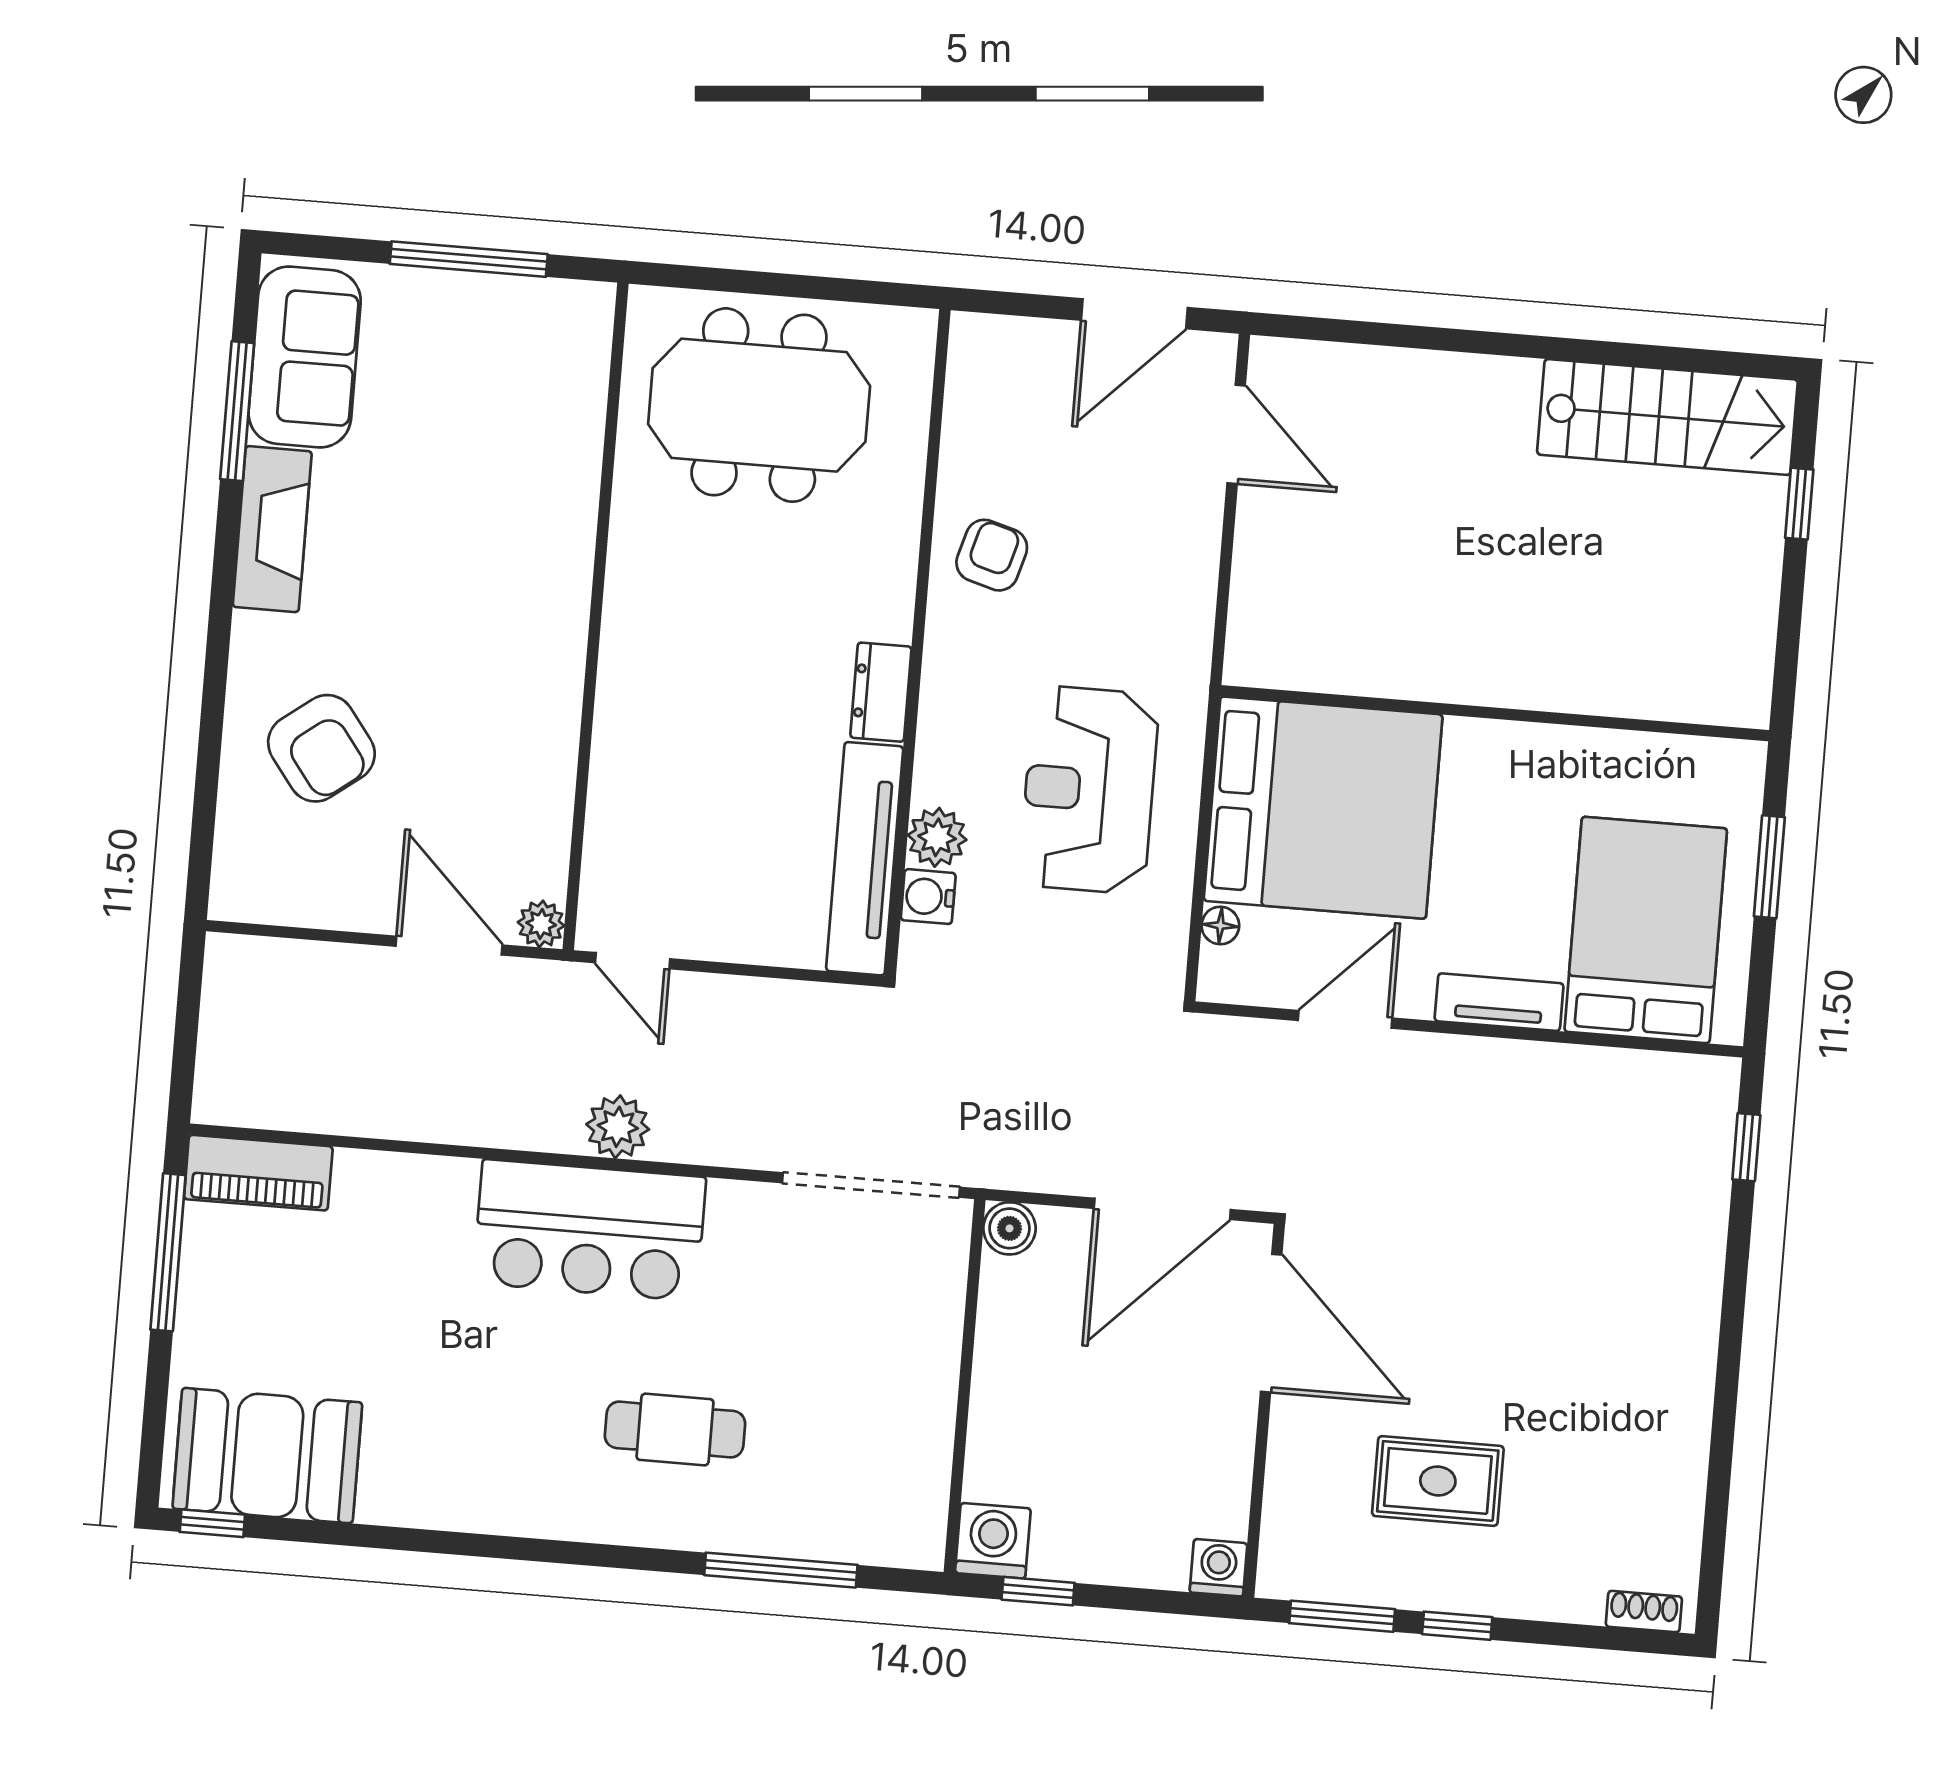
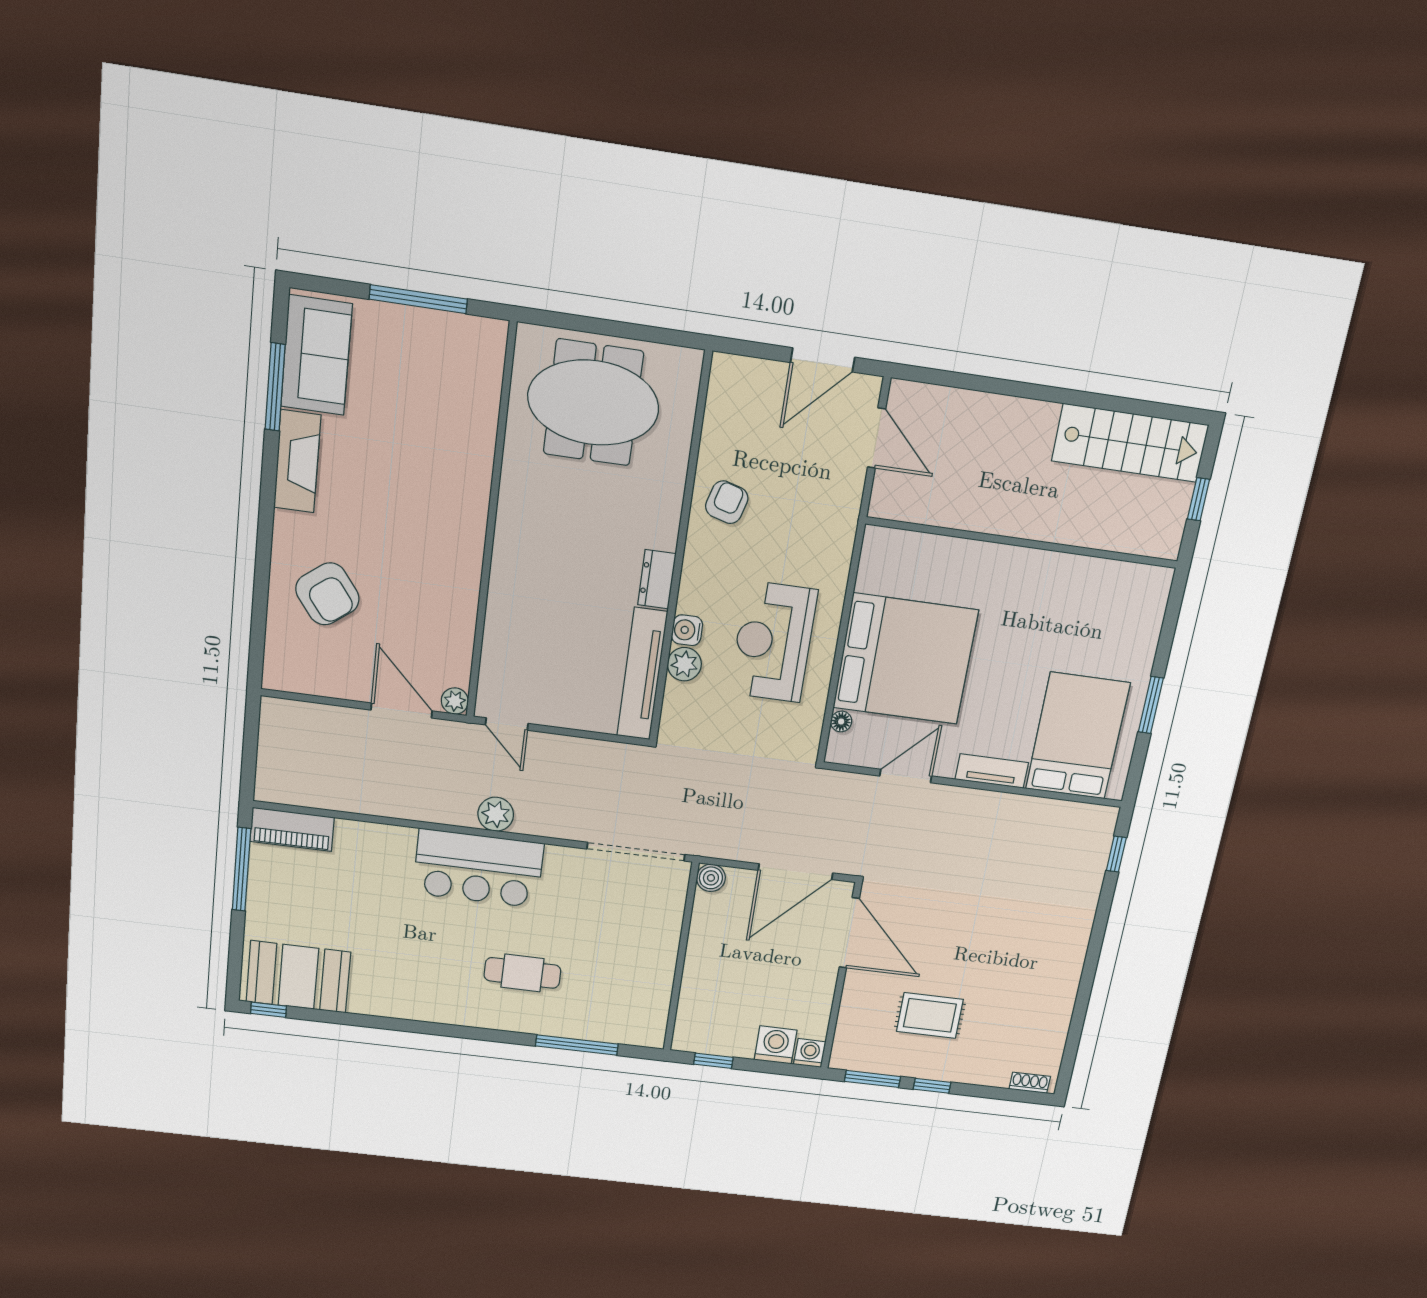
wall: (1495, 713) -> (1022, 543), moved
water cooler: (928, 897) -> (687, 630), moved
washing machine: (993, 1541) -> (776, 1045), moved

